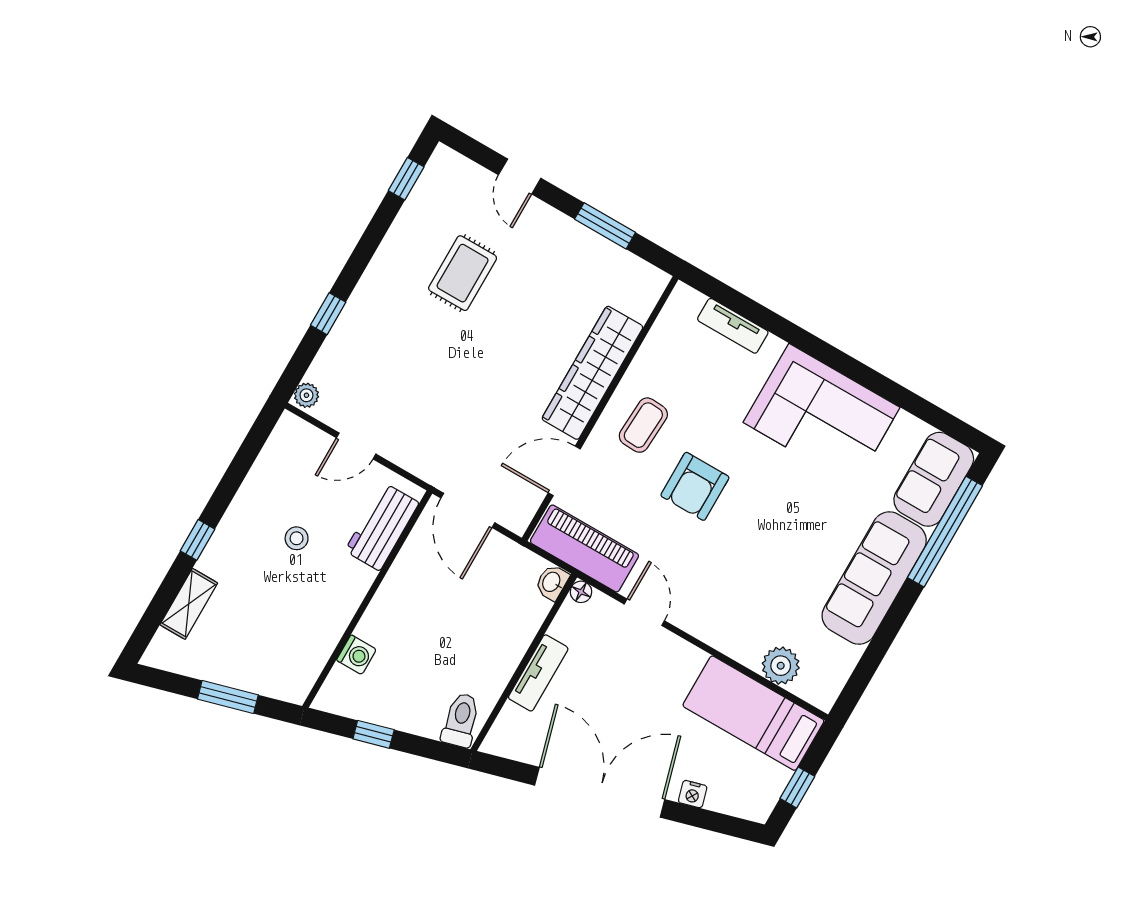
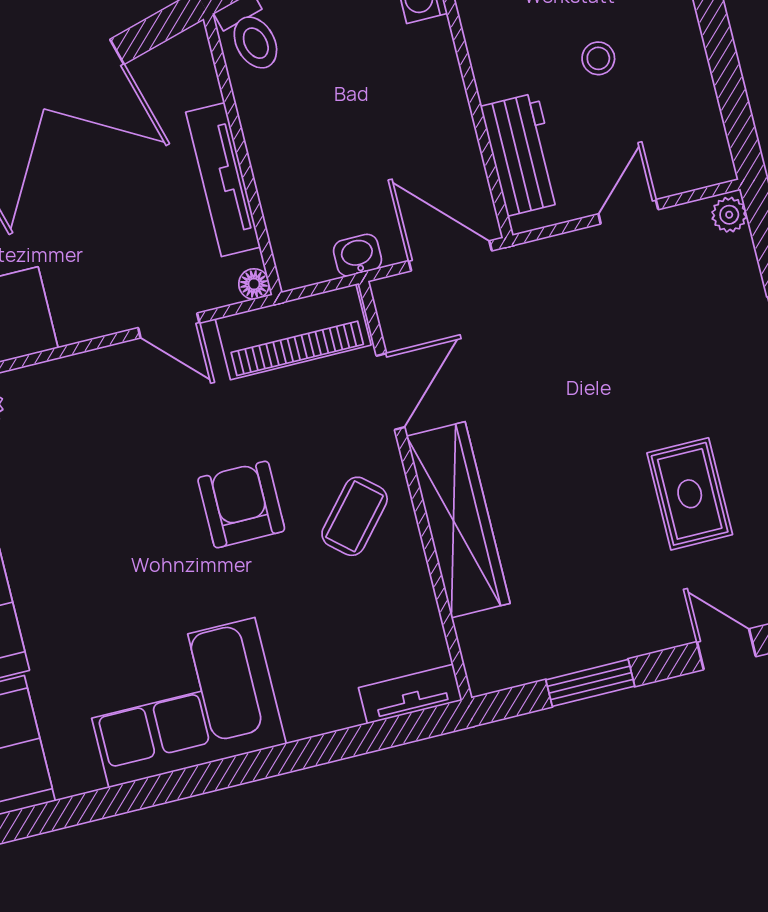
tv unit: (733, 326) -> (410, 694), moved
coffee table: (643, 425) -> (355, 516), turned 38
washbasin: (552, 582) -> (357, 255), moved, turned -90
tv unit: (538, 673) -> (223, 180), width x1.41

